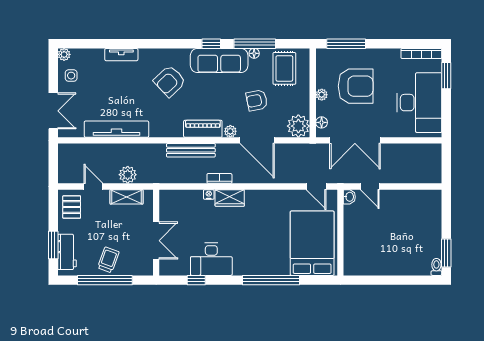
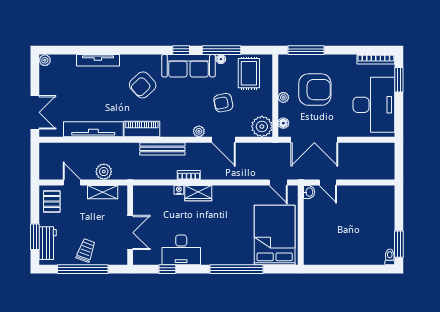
tv unit: (121, 55) -> (98, 60), width x1.41
side table: (71, 76) -> (51, 80), removed
piano: (203, 129) -> (142, 129), moved
door: (257, 140) -> (224, 140), width x0.73

